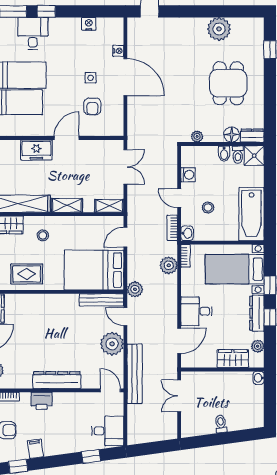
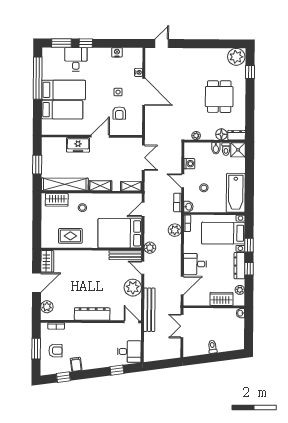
plant: (219, 29) -> (236, 57), moved
printer: (42, 401) -> (81, 329), removed

